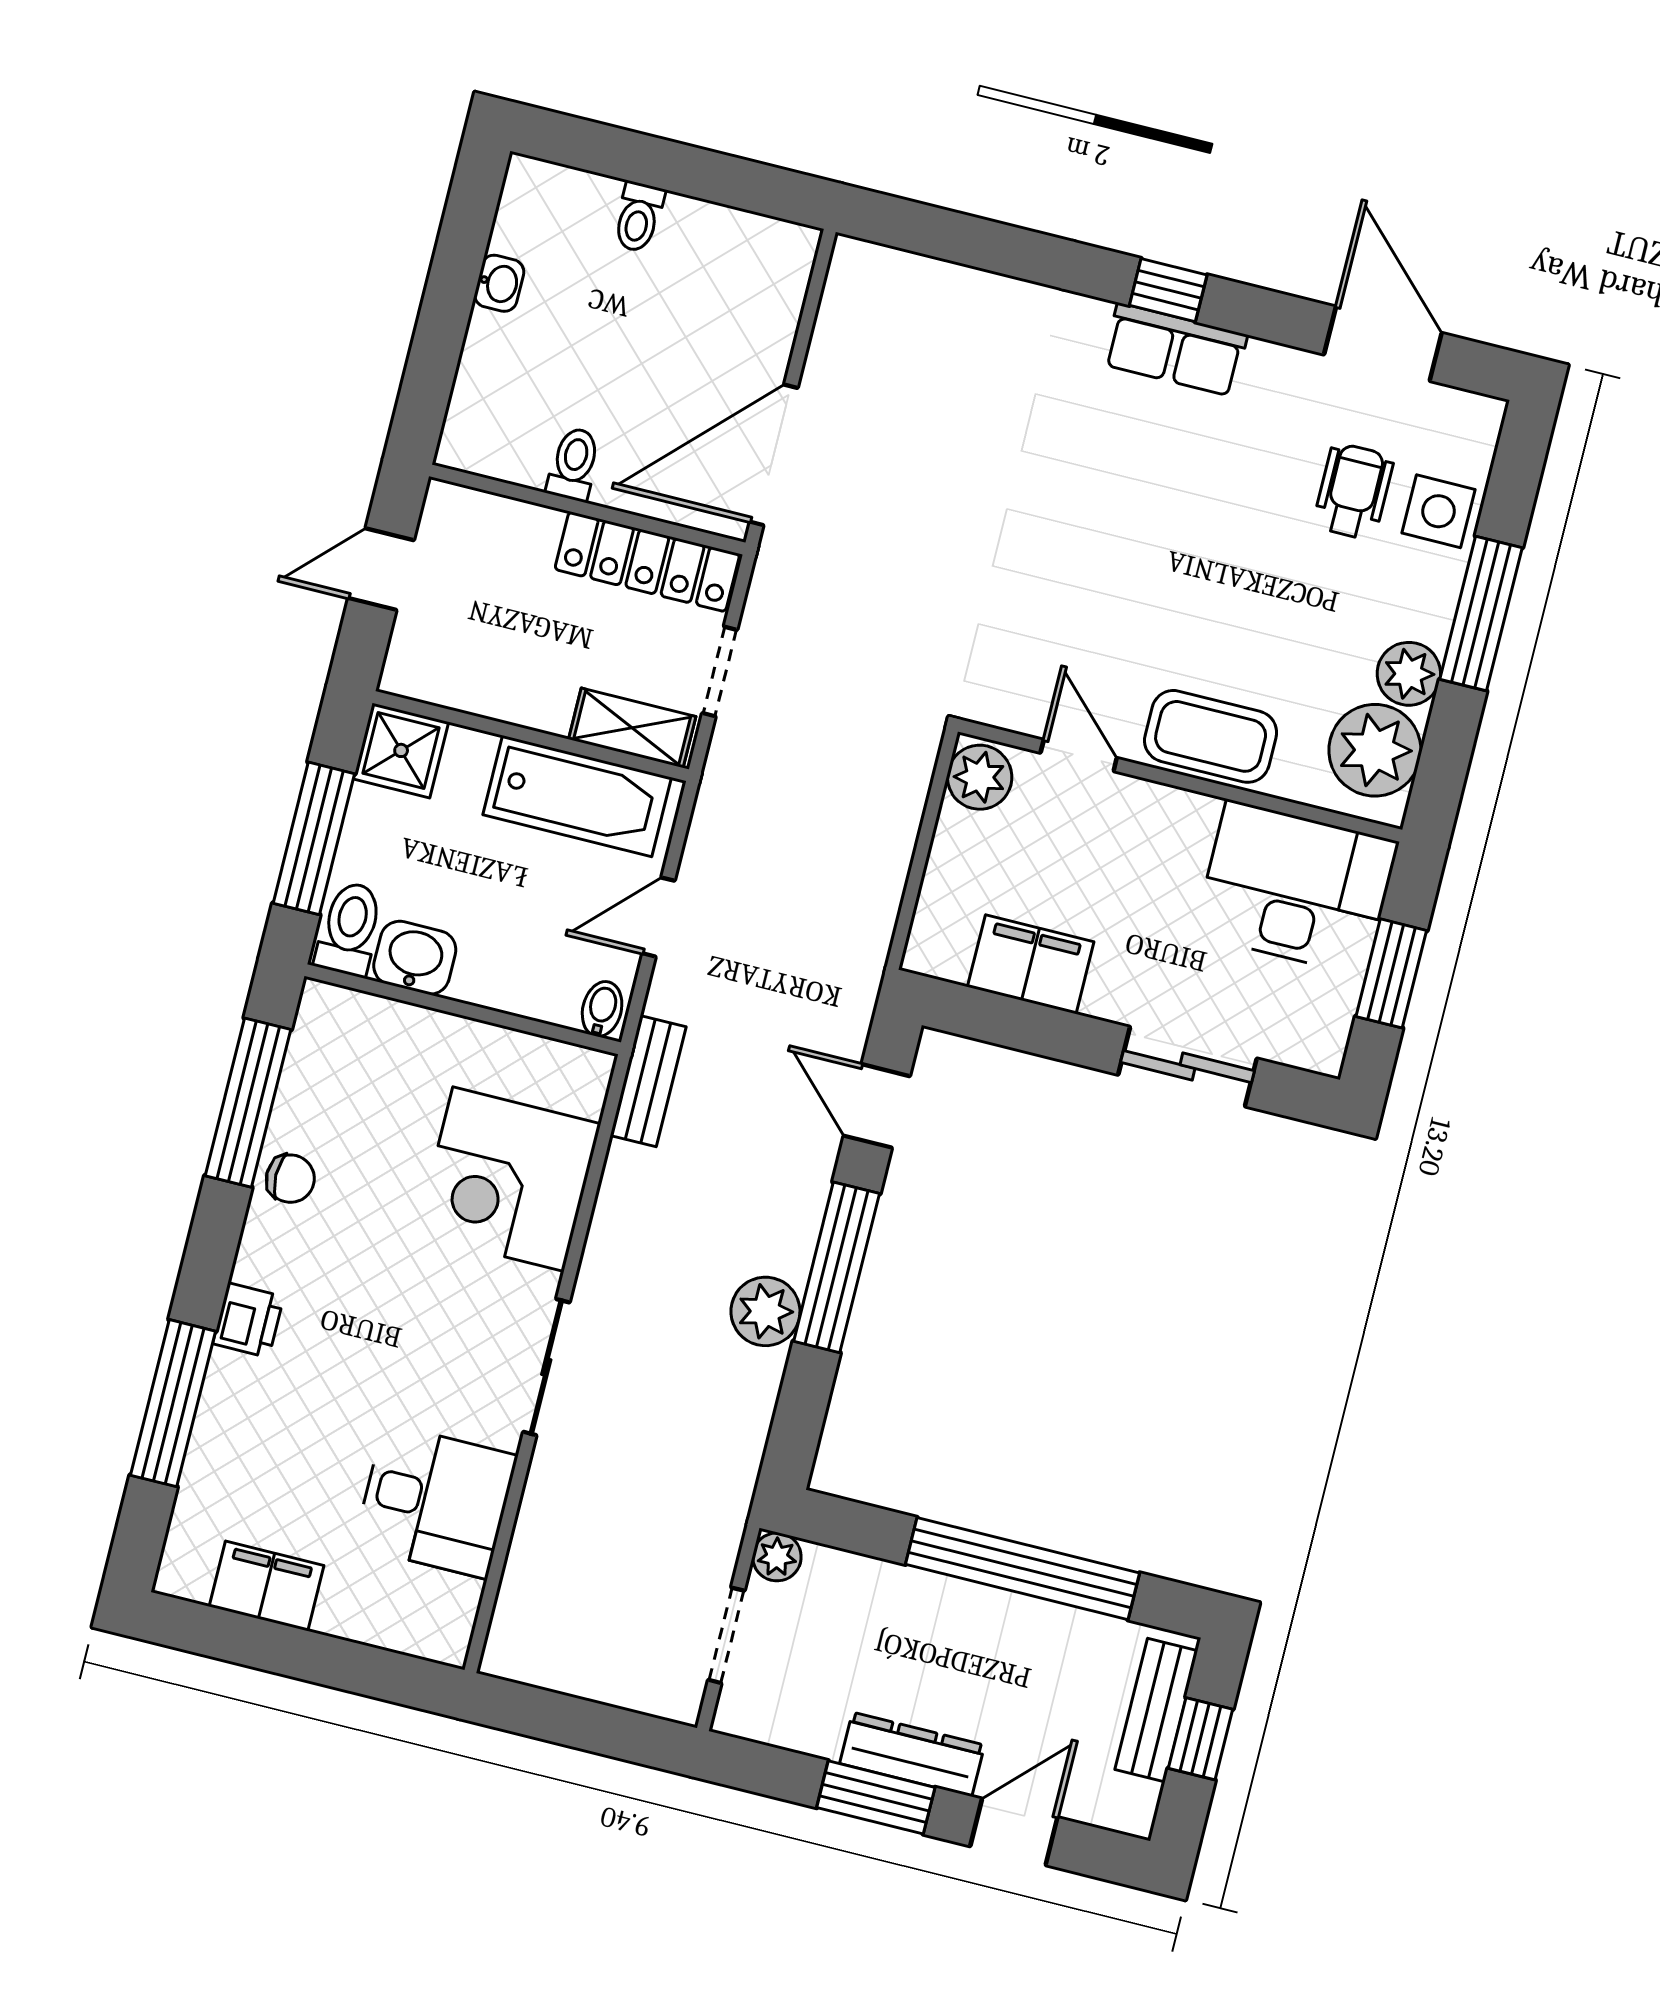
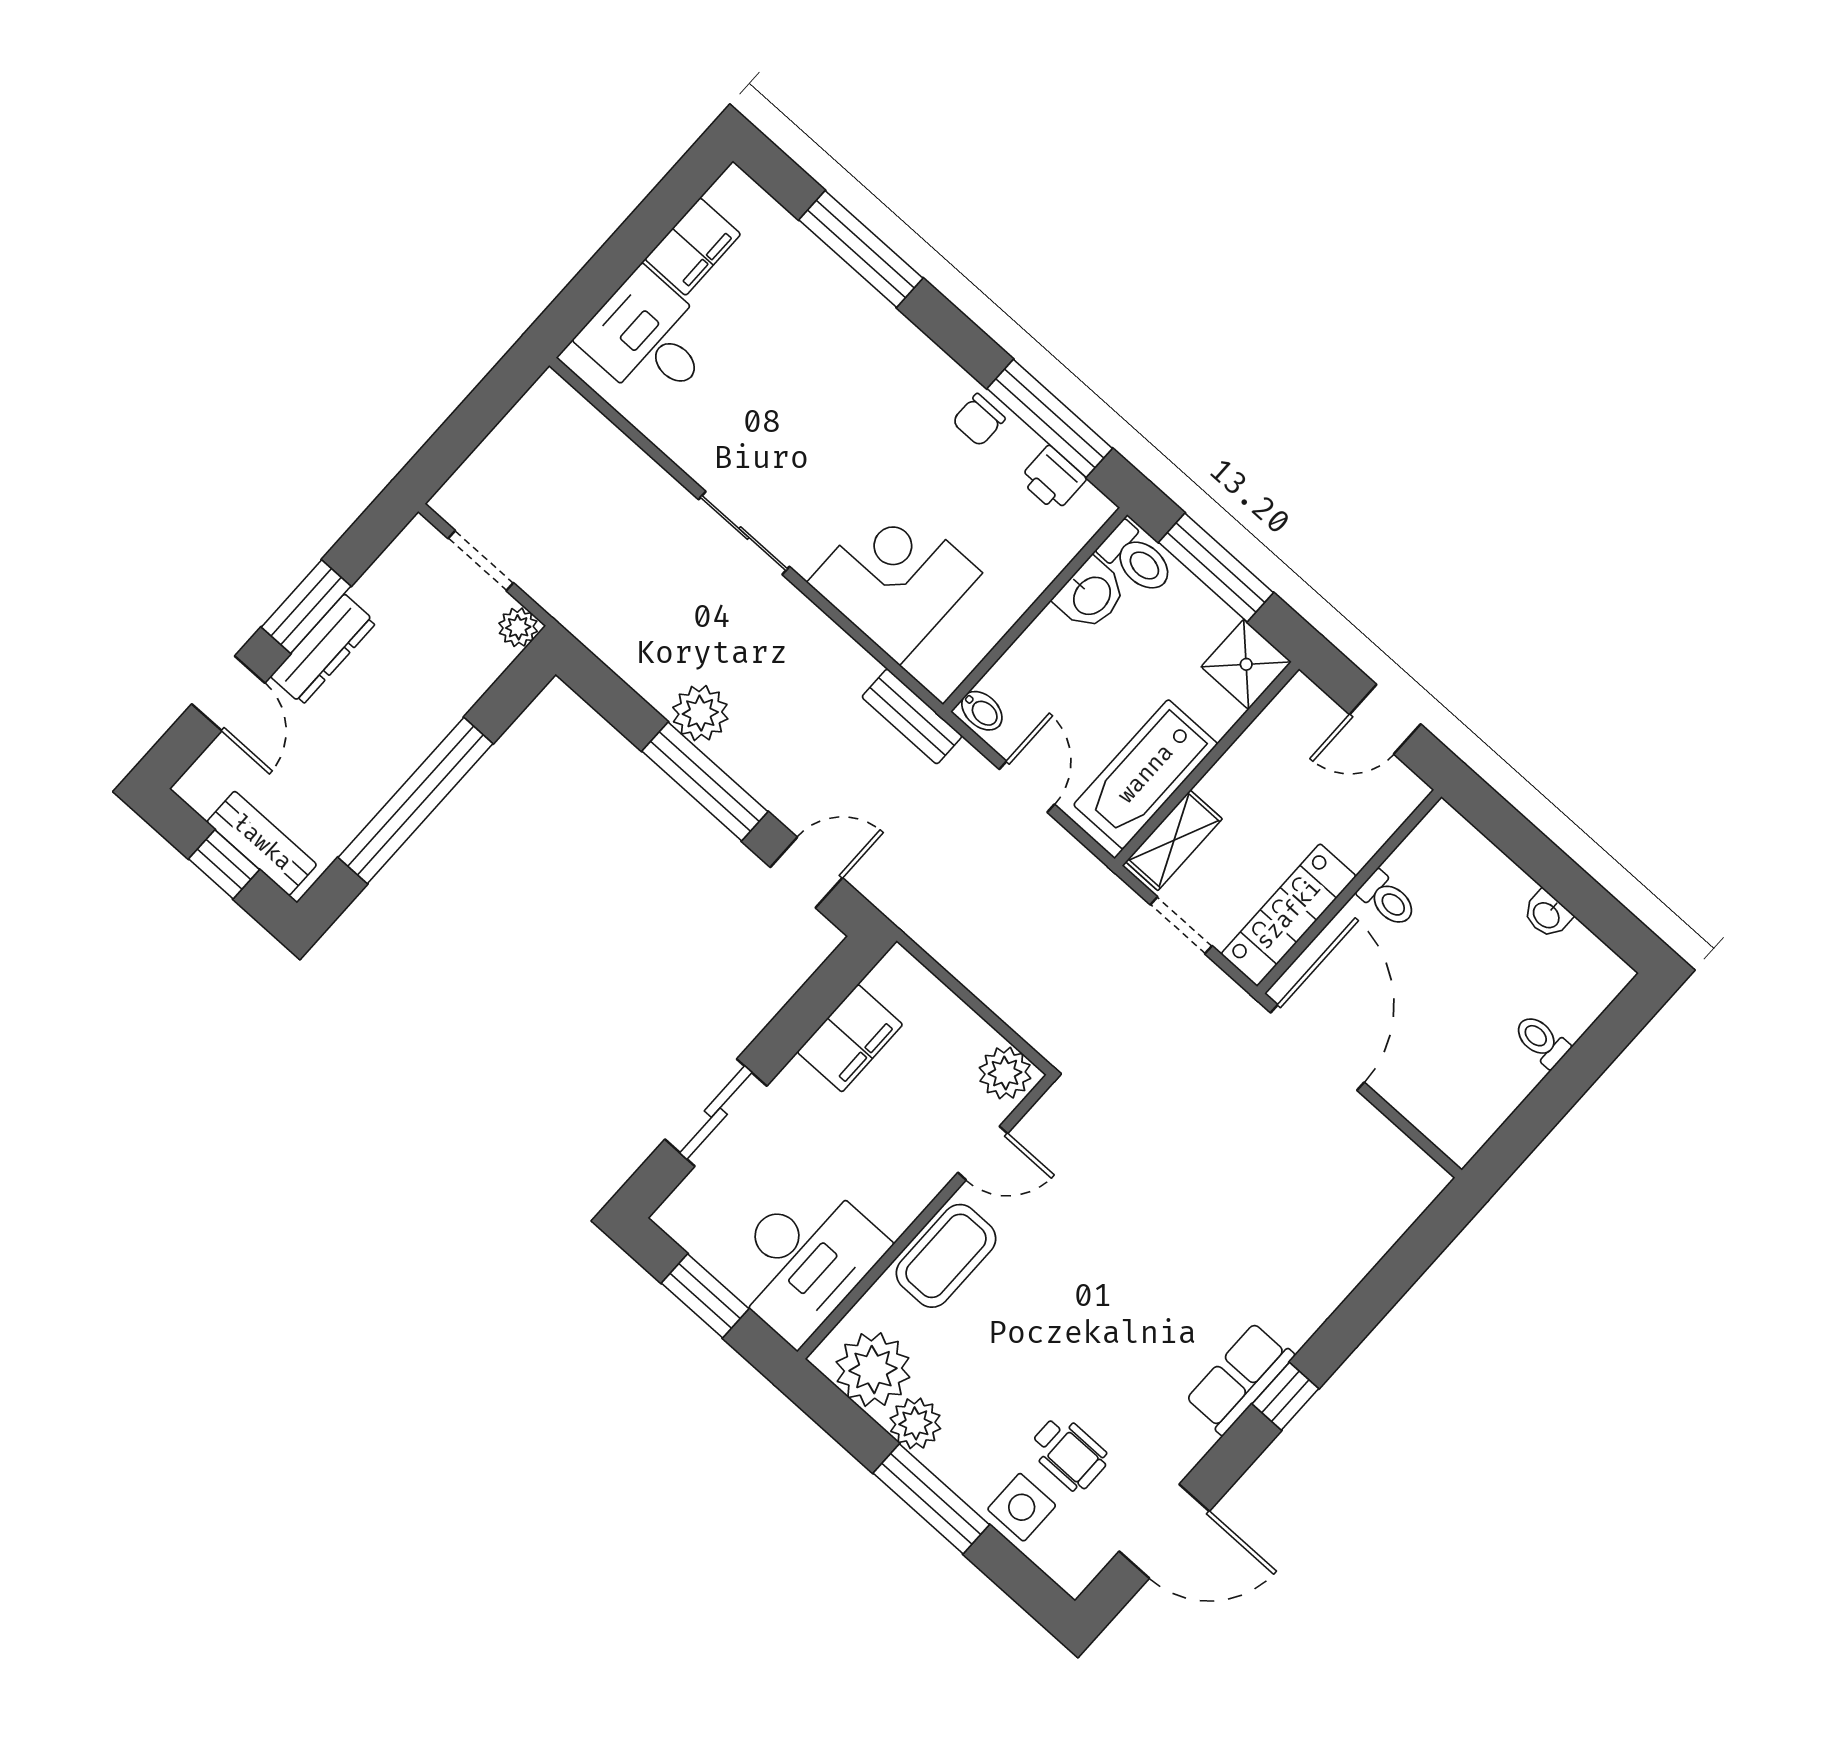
door: (381, 569) -> (1385, 719), swing flipped
printer: (248, 1320) -> (1052, 479), moved
desk: (435, 1501) -> (649, 339), moved, turned 90

